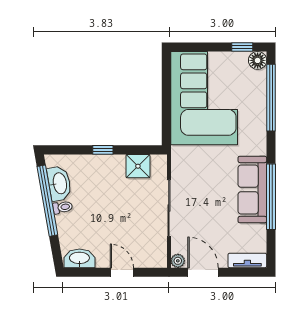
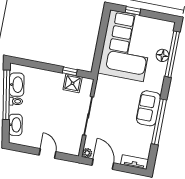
window: (242, 47) -> (133, 11), moved
floor lamp: (258, 60) -> (163, 55), moved
window: (103, 150) -> (70, 71), moved
sofa: (252, 190) -> (149, 108), width x0.73
washbasin: (79, 258) -> (15, 125), moved, turned 80

